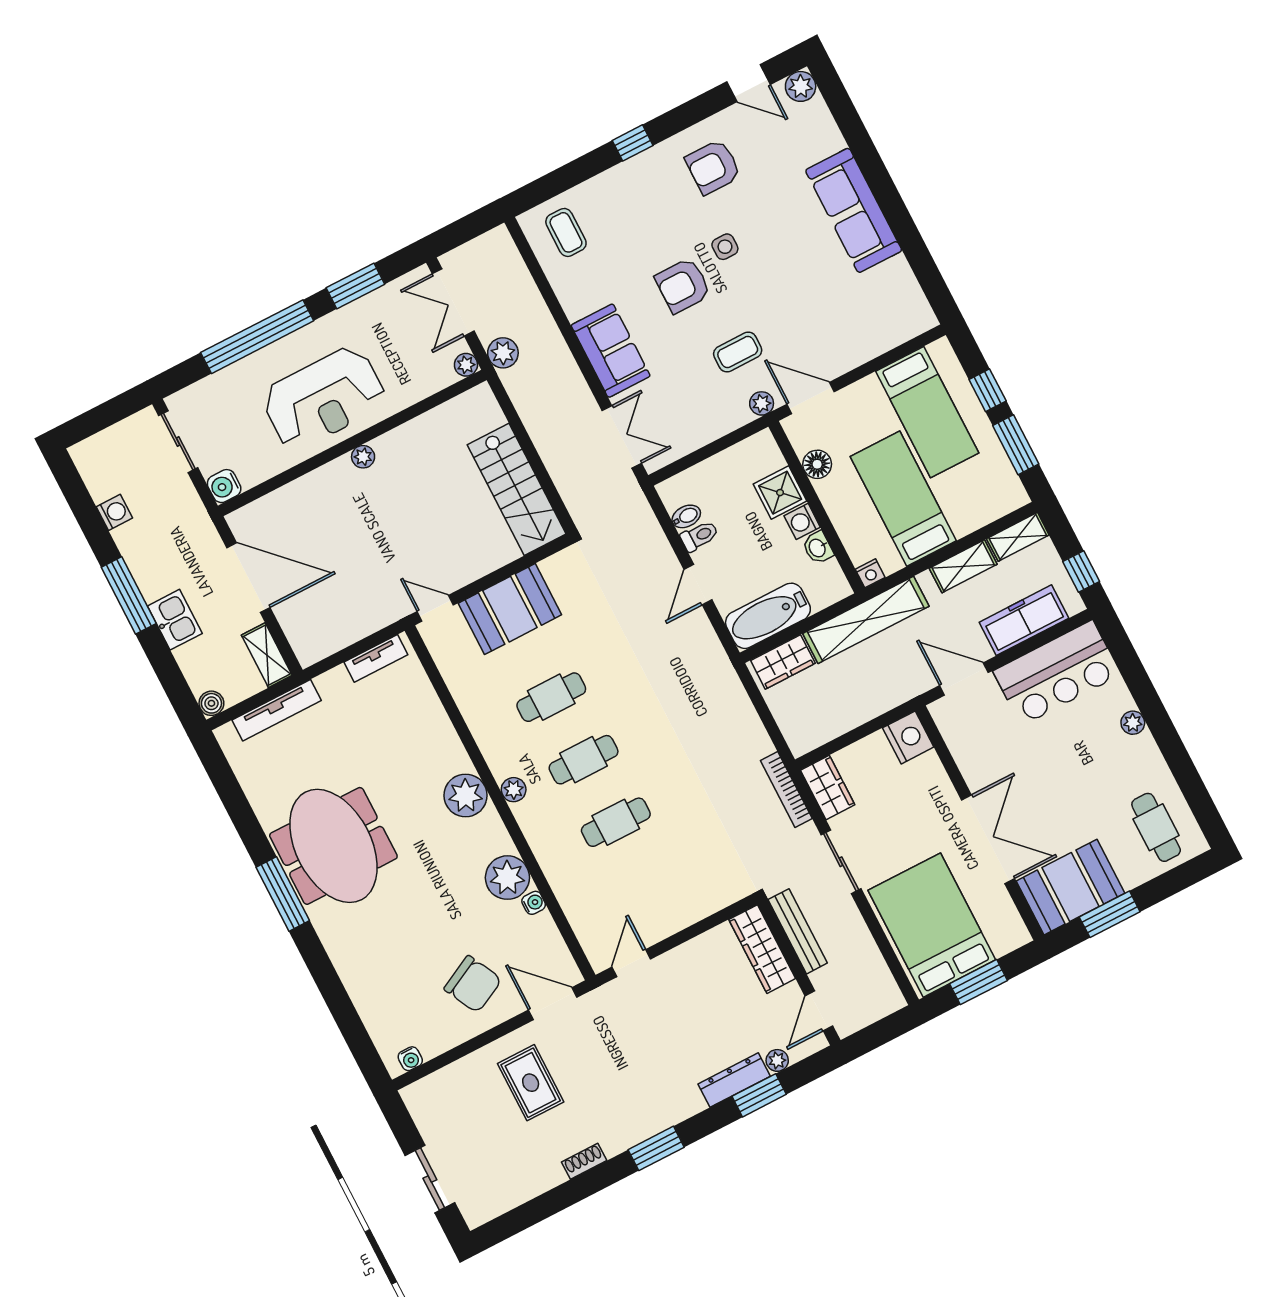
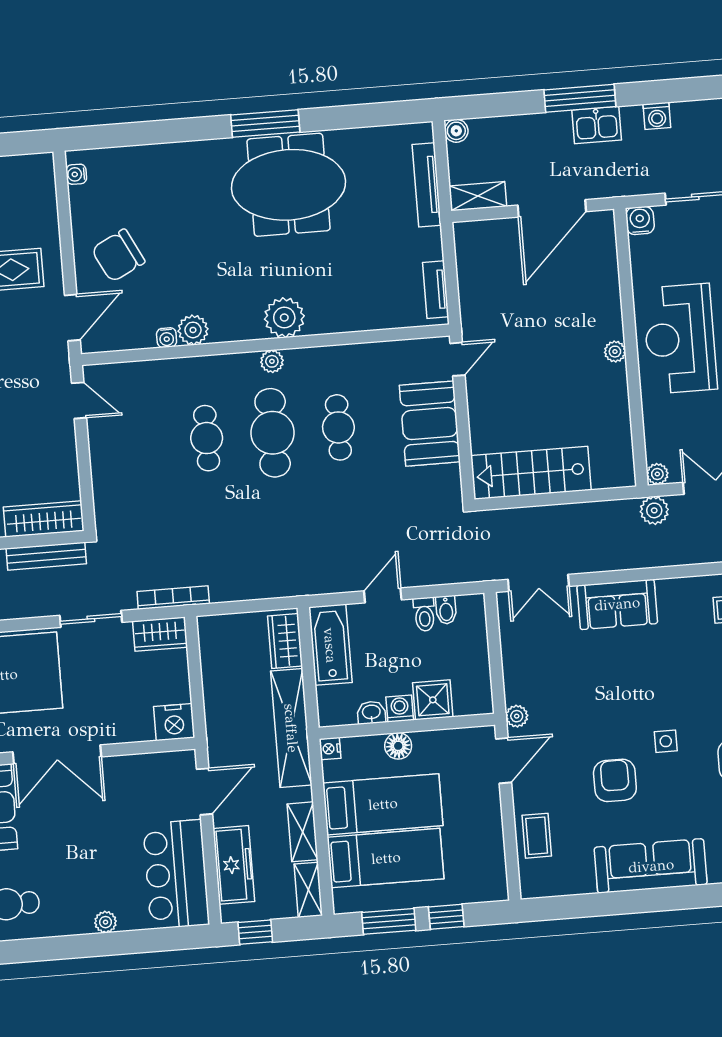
armchair: (683, 285) -> (615, 780), moved
coffee table: (738, 352) -> (537, 836), moved
bed: (927, 412) -> (386, 858), moved, turned 180
floor lamp: (817, 464) -> (398, 746), moved
door: (698, 585) -> (383, 595), hinge flipped
kitchen sink: (175, 620) -> (597, 125), moved
cafe table: (584, 760) -> (273, 433), width x1.37, depth x1.35
plant: (507, 878) -> (193, 330), width x0.73, depth x0.73

